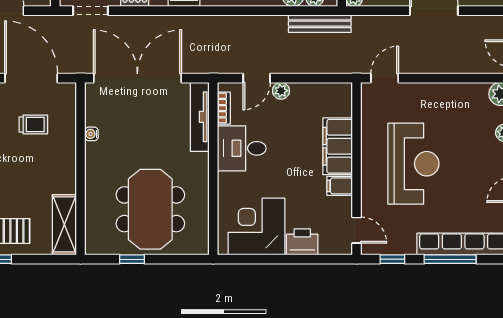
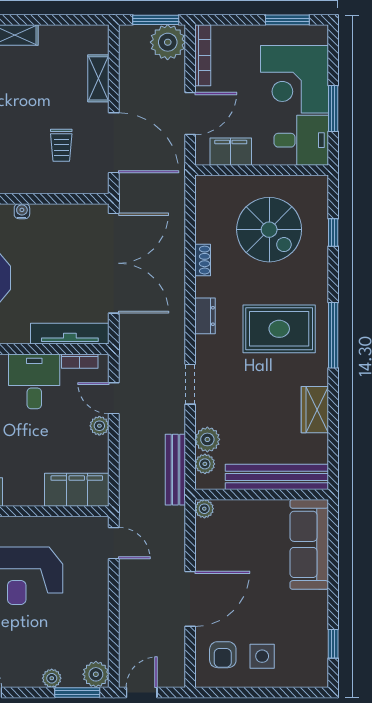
doorway: (91, 11) -> (190, 384), moved
door: (31, 78) -> (114, 143), hinge flipped
water cooler: (91, 134) -> (22, 211), moved
filing cabinet: (338, 146) -> (77, 490), moved

